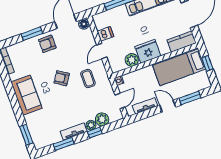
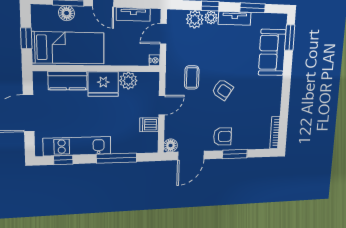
kitchen counter: (182, 42) -> (68, 81), moved
floor lamp: (188, 89) -> (67, 13), added
sofa: (26, 95) -> (272, 52), moved

